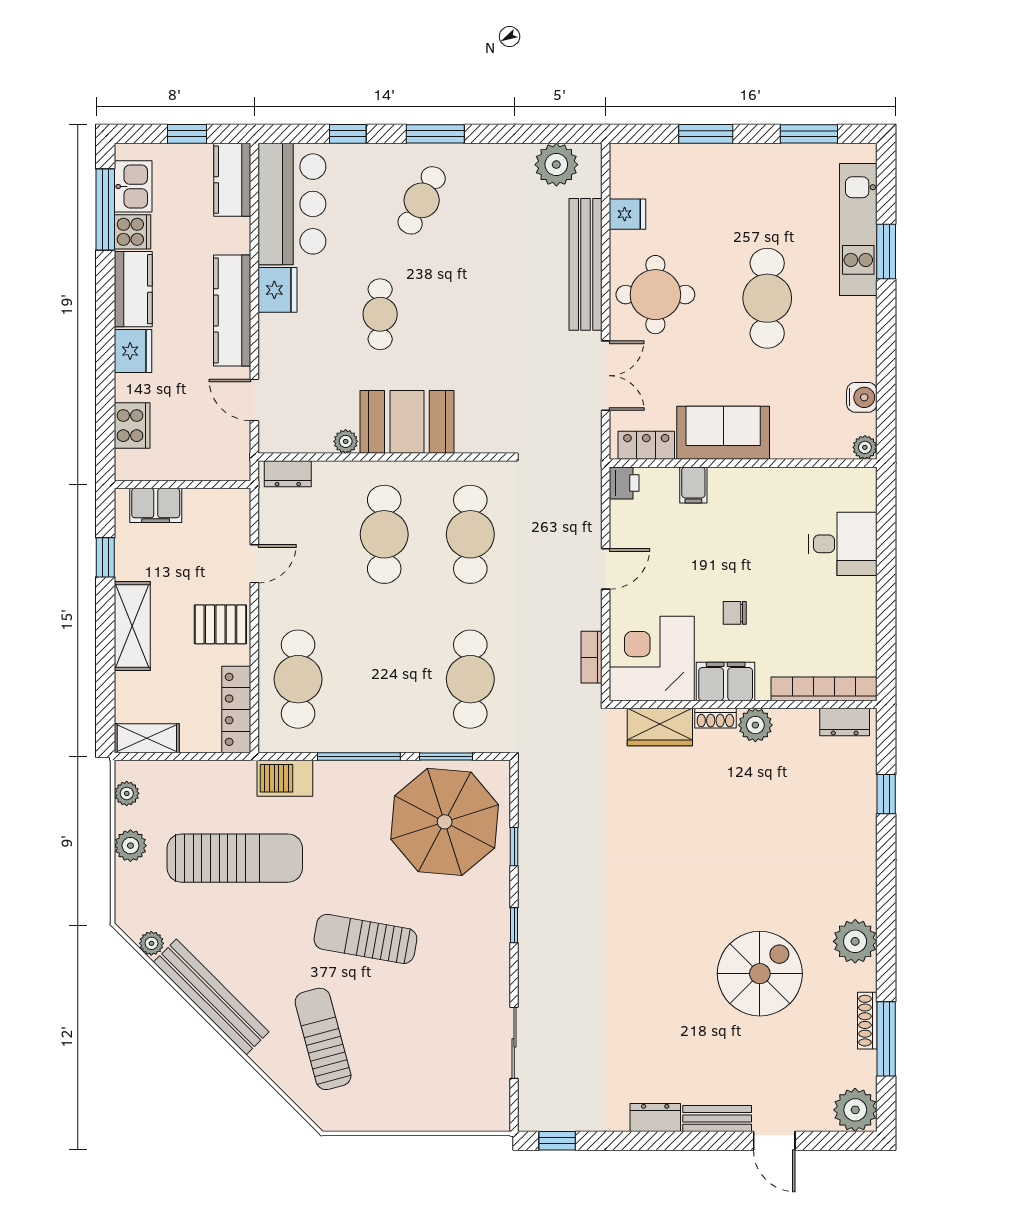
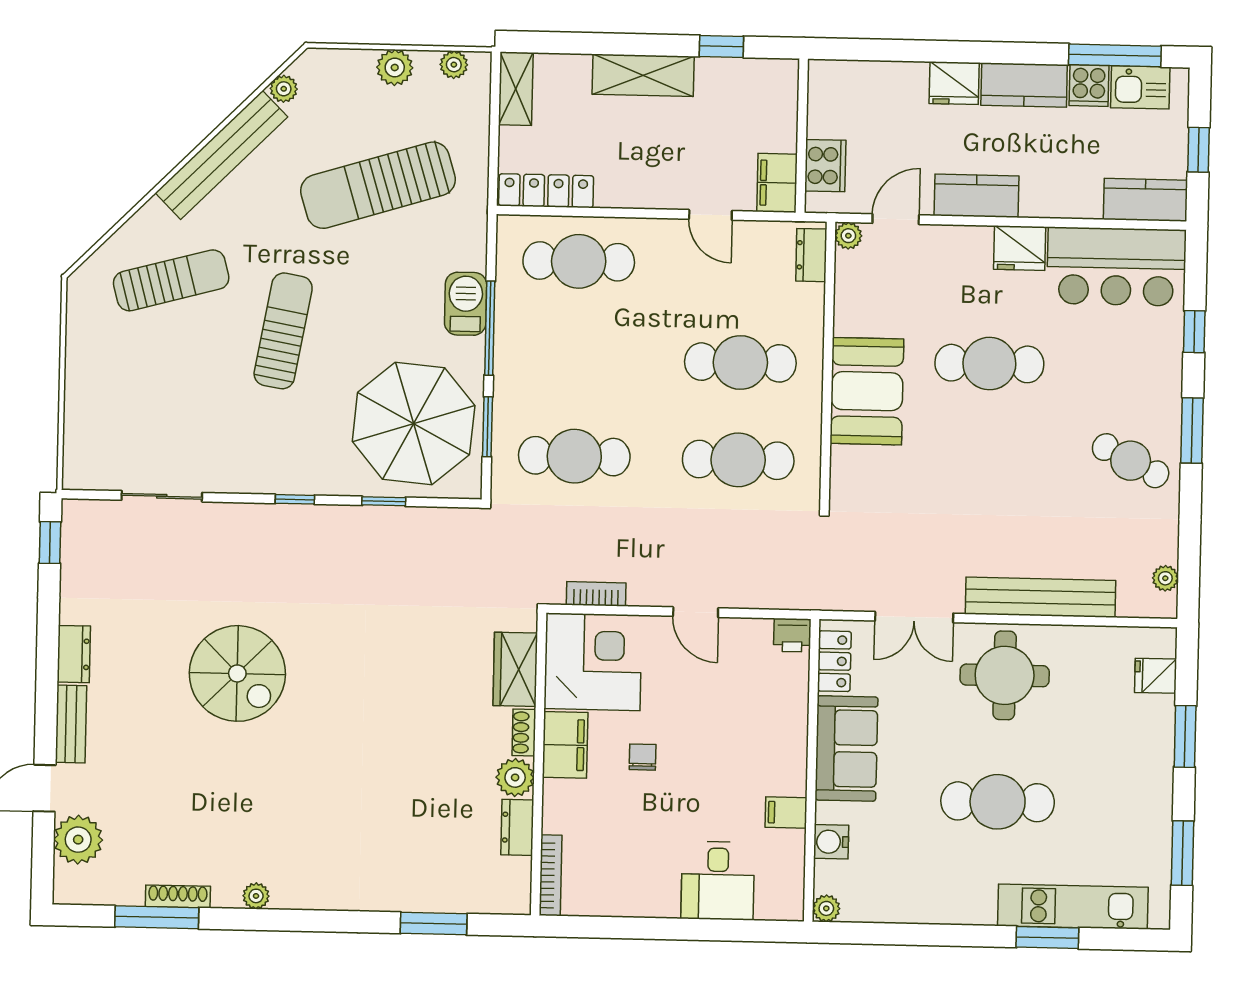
plant: (556, 165) -> (1165, 578), width x0.53, depth x0.53
cafe table: (422, 200) -> (1131, 461), moved
fridge: (627, 214) -> (1156, 676), moved, turned 90
kitchen counter: (232, 310) -> (977, 196), width x0.67
cafe table: (380, 314) -> (989, 364), width x1.37, depth x1.35
water cooler: (862, 397) -> (831, 842), moved, turned 90
cooker: (132, 426) -> (825, 166), moved, turned -90
plant: (346, 441) -> (848, 236), moved
filing cabinet: (693, 485) -> (786, 812), moved
filing cabinet: (156, 505) -> (777, 183), moved
pallet: (220, 624) -> (643, 175), removed
bookcase: (824, 689) -> (551, 875), width x0.68, depth x0.76
dresser: (845, 722) -> (517, 827), moved
barbecue: (285, 778) -> (466, 304), moved
window: (886, 794) -> (434, 924), width x1.50
sun lounger: (235, 858) -> (378, 185), turned 73
plant: (855, 941) -> (256, 896), width x0.53, depth x0.53
spiral stairs: (760, 974) -> (237, 673), moved
plant: (855, 1110) -> (78, 840), moved

